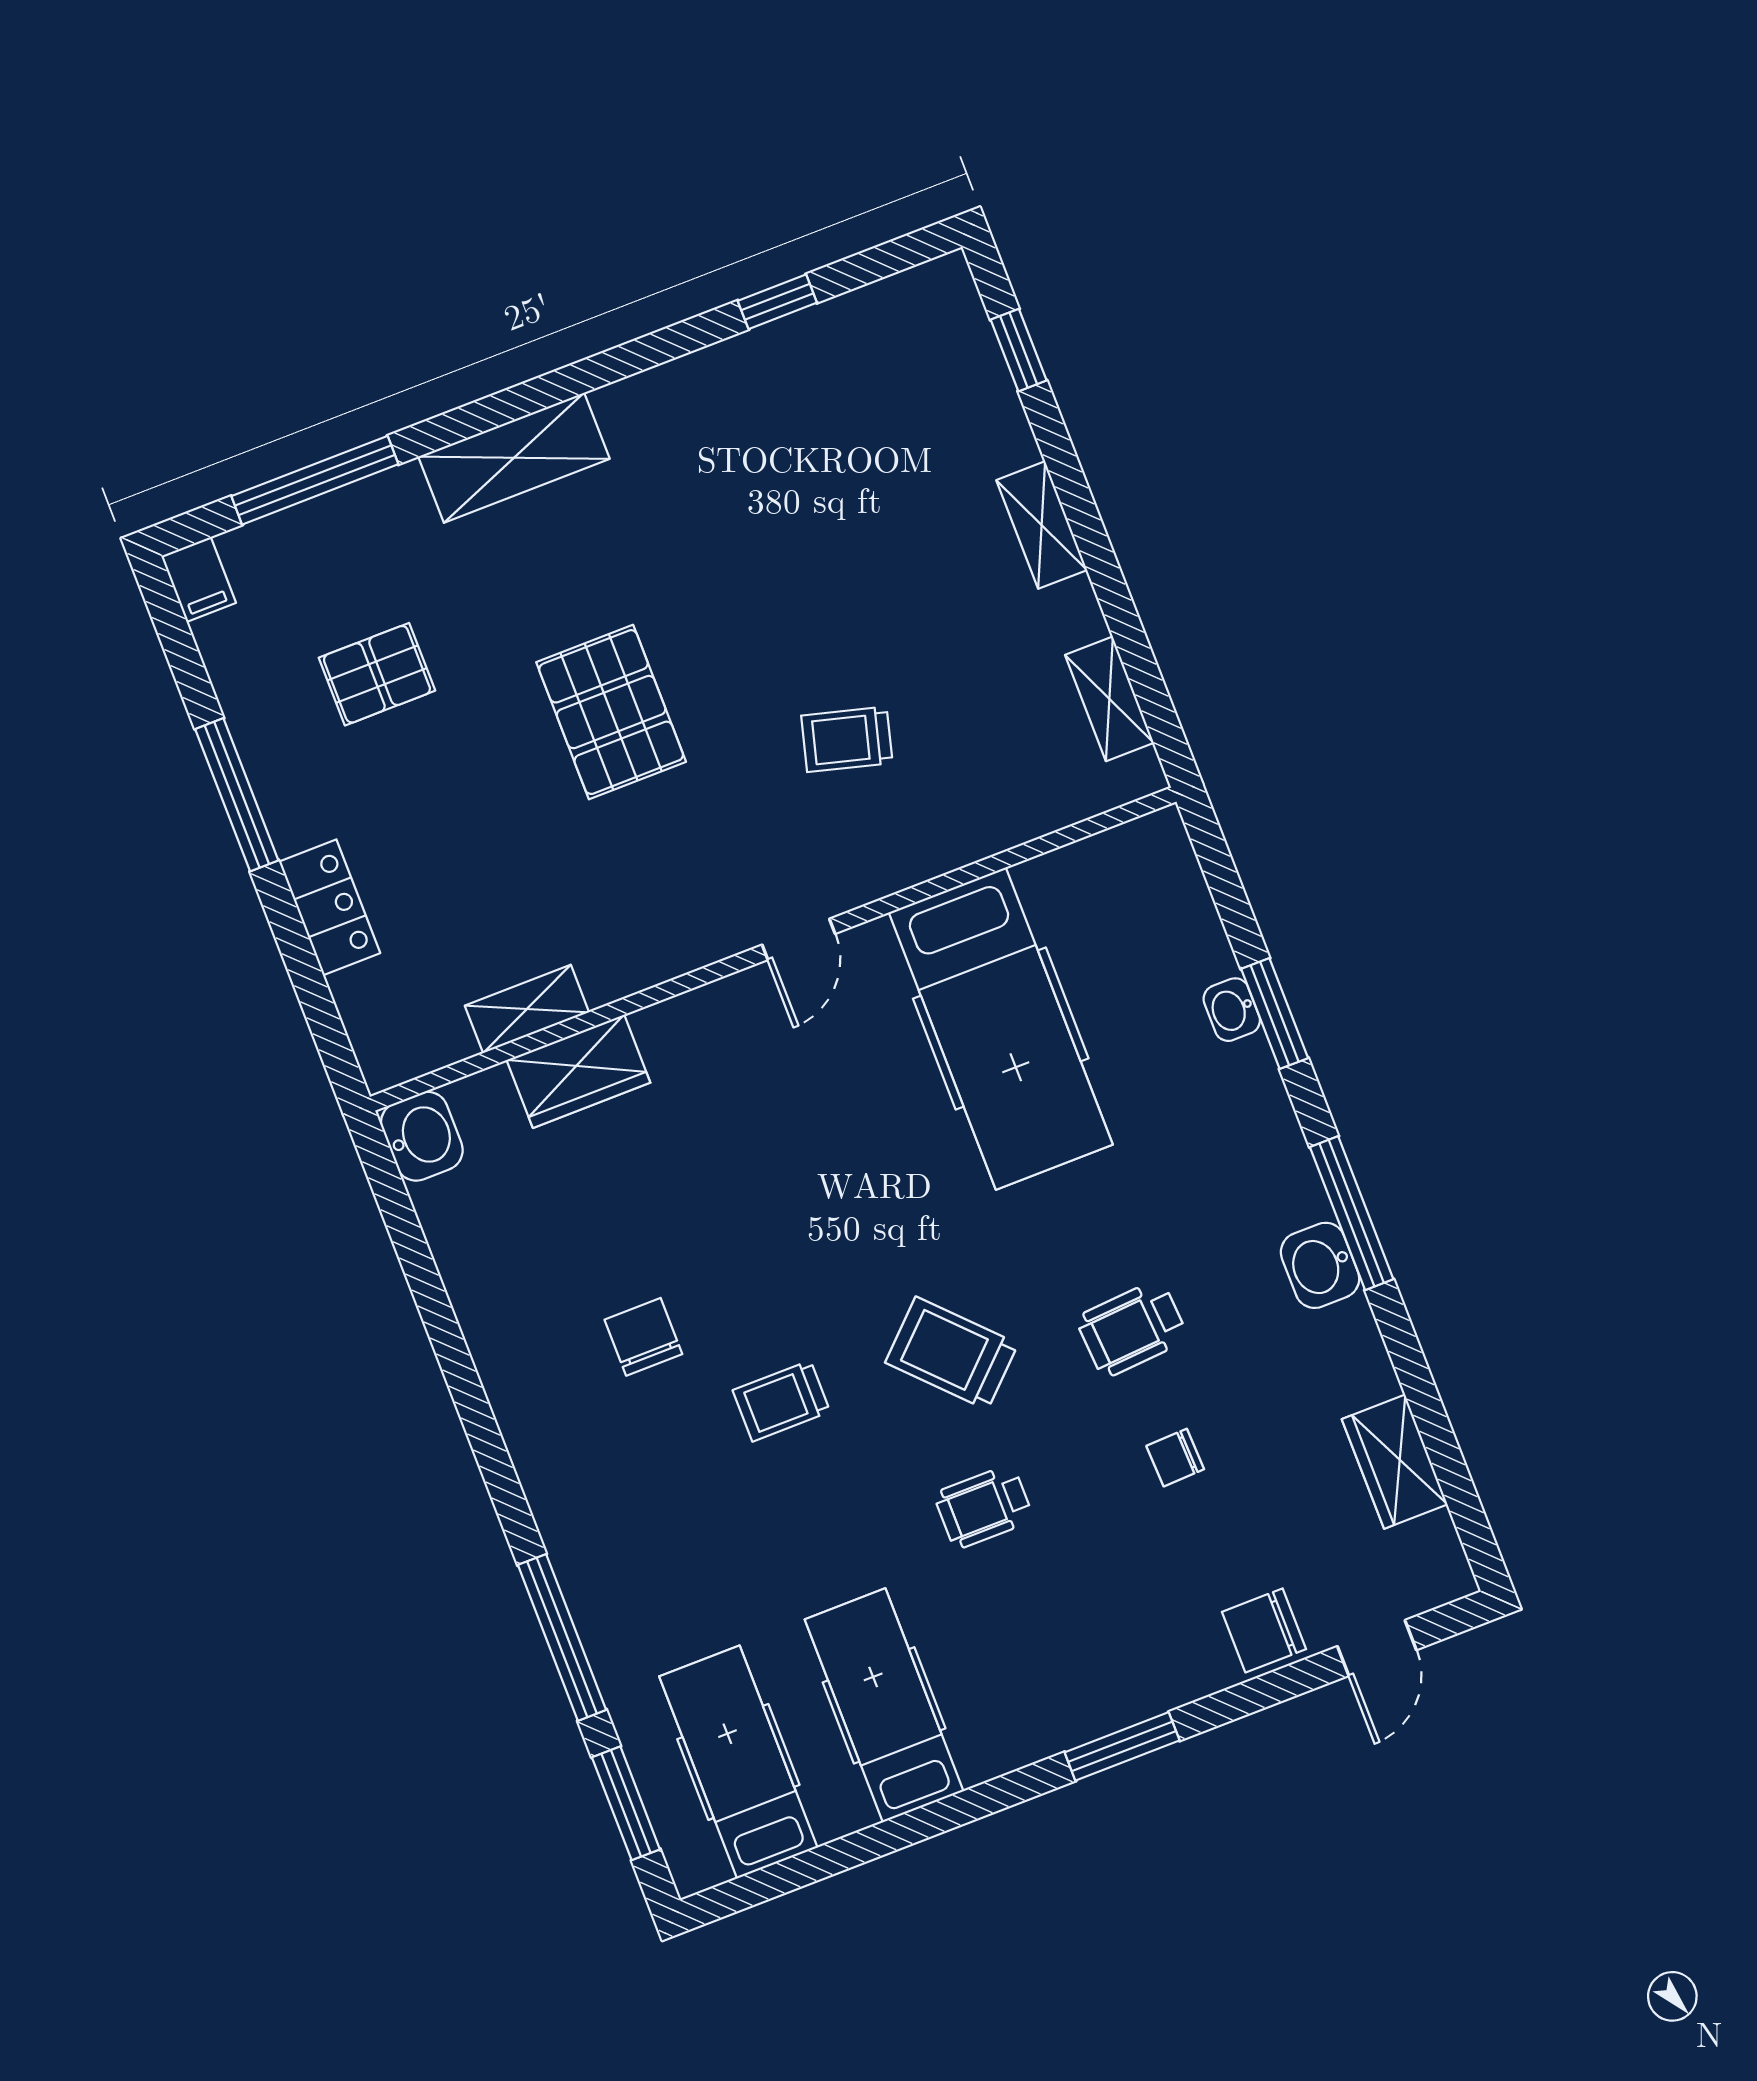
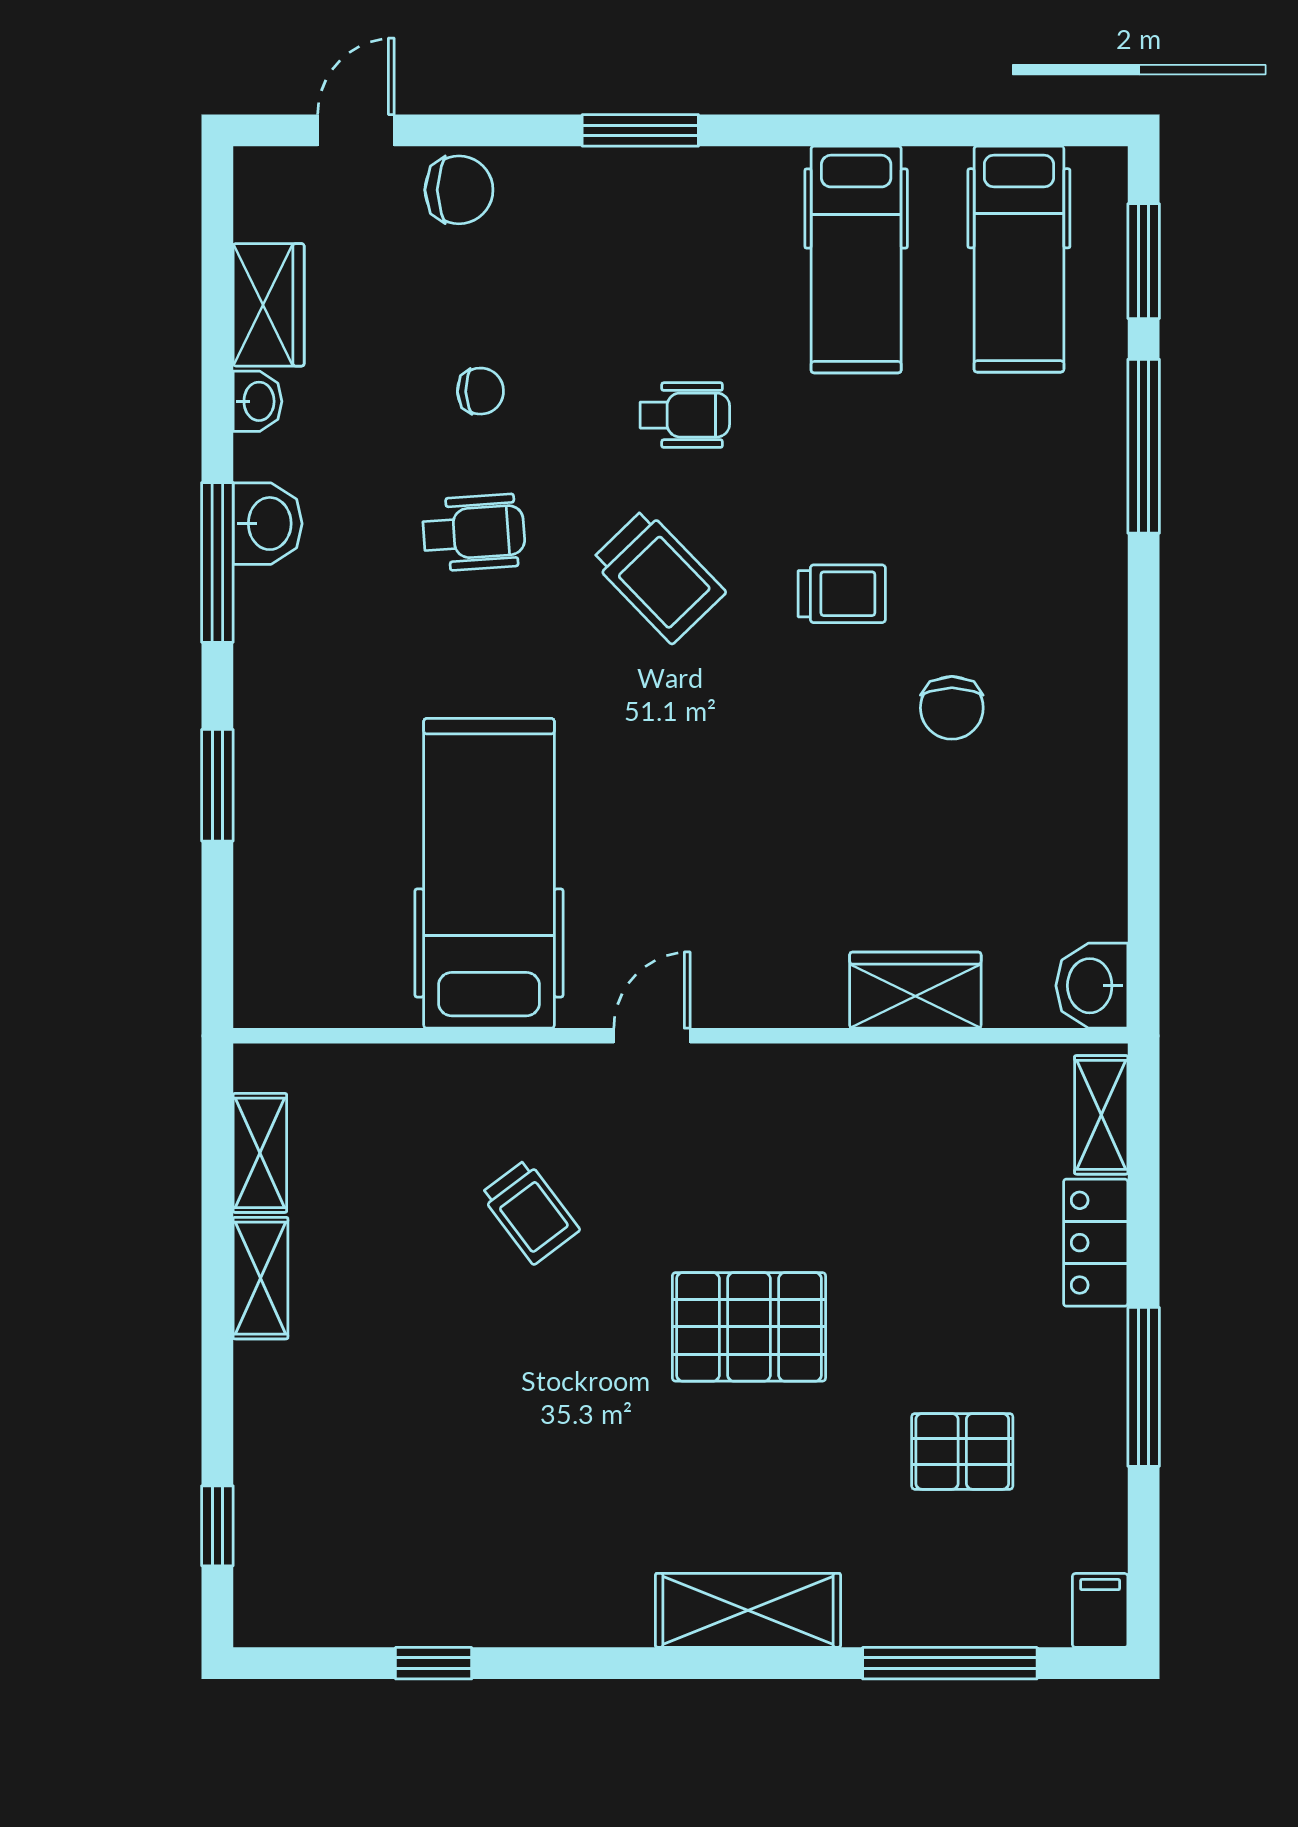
shelving: (1042, 525) -> (260, 1278), moved
pallet: (611, 712) -> (749, 1327), turned 90
trolley: (847, 739) -> (530, 1212), turned 38
shelving: (527, 1009) -> (1101, 1115), moved, turned 90
washbasin: (1232, 1010) -> (258, 401), moved

